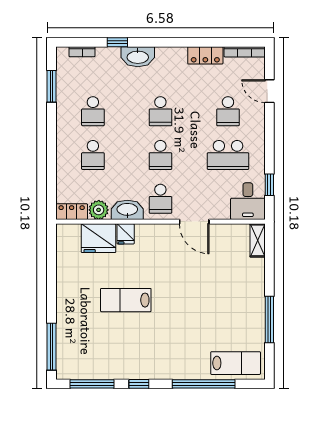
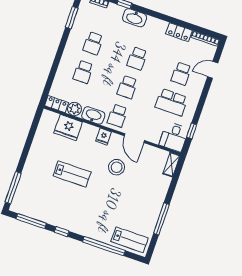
door: (269, 91) -> (213, 70), hinge flipped
fridge: (126, 234) -> (103, 136), moved
stool: (184, 270) -> (117, 167), added
lab bench: (126, 300) -> (72, 174), turned 180

